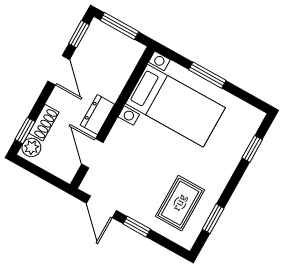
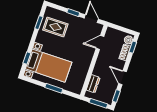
bed with nightstands: (175, 106) -> (49, 66), moved, turned 180
dresser: (97, 115) -> (93, 84), moved
door: (92, 153) -> (100, 42), swing flipped
rug: (180, 203) -> (55, 27), turned 90

